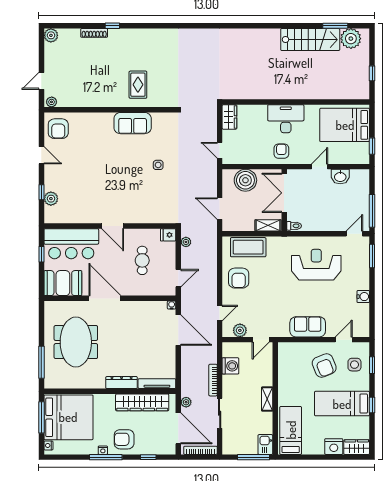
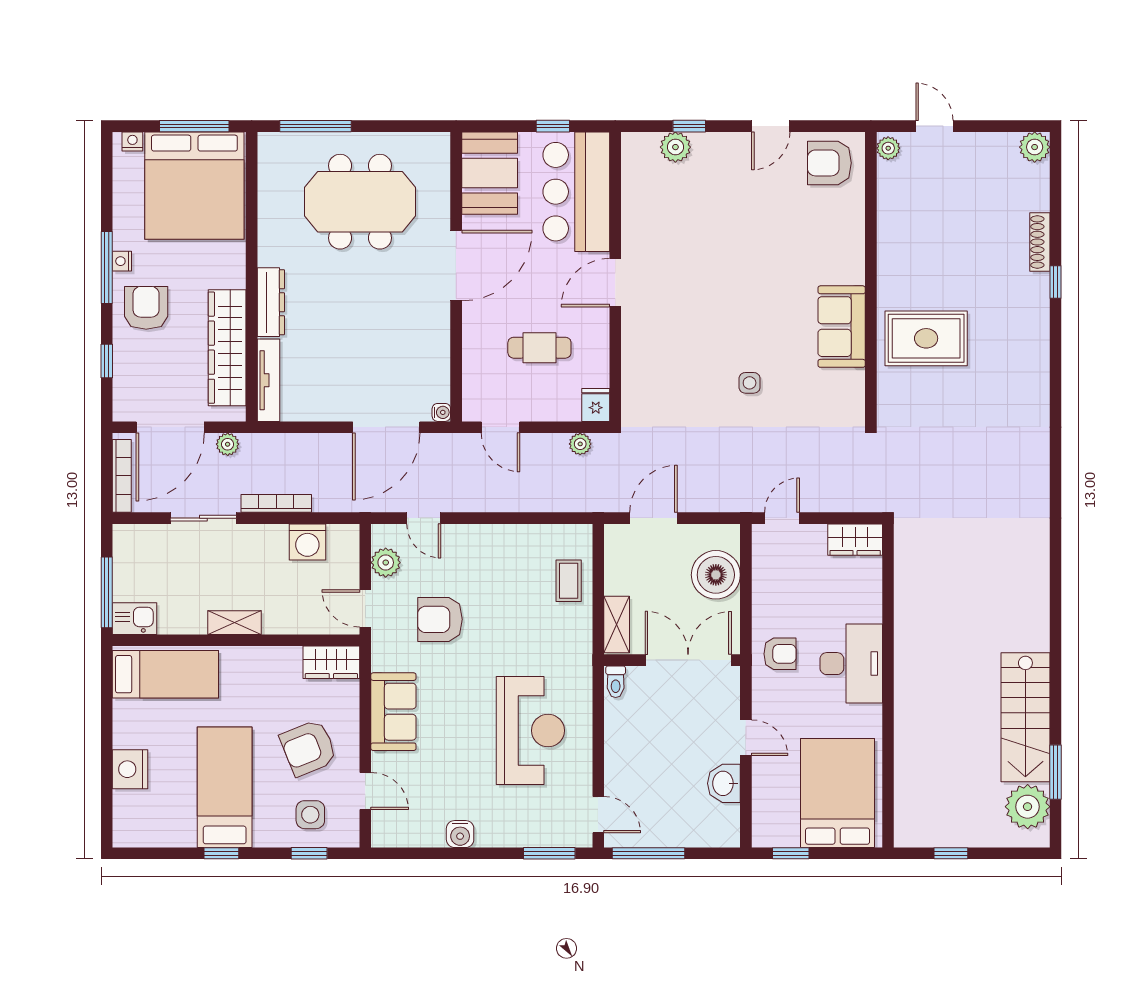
rug: (138, 85) -> (926, 338), width x1.36, depth x1.43
coffee table: (248, 247) -> (569, 581), width x0.54, depth x0.58
armchair: (239, 278) -> (440, 619), moved
wardrobe: (357, 447) -> (331, 662), moved, turned 90

